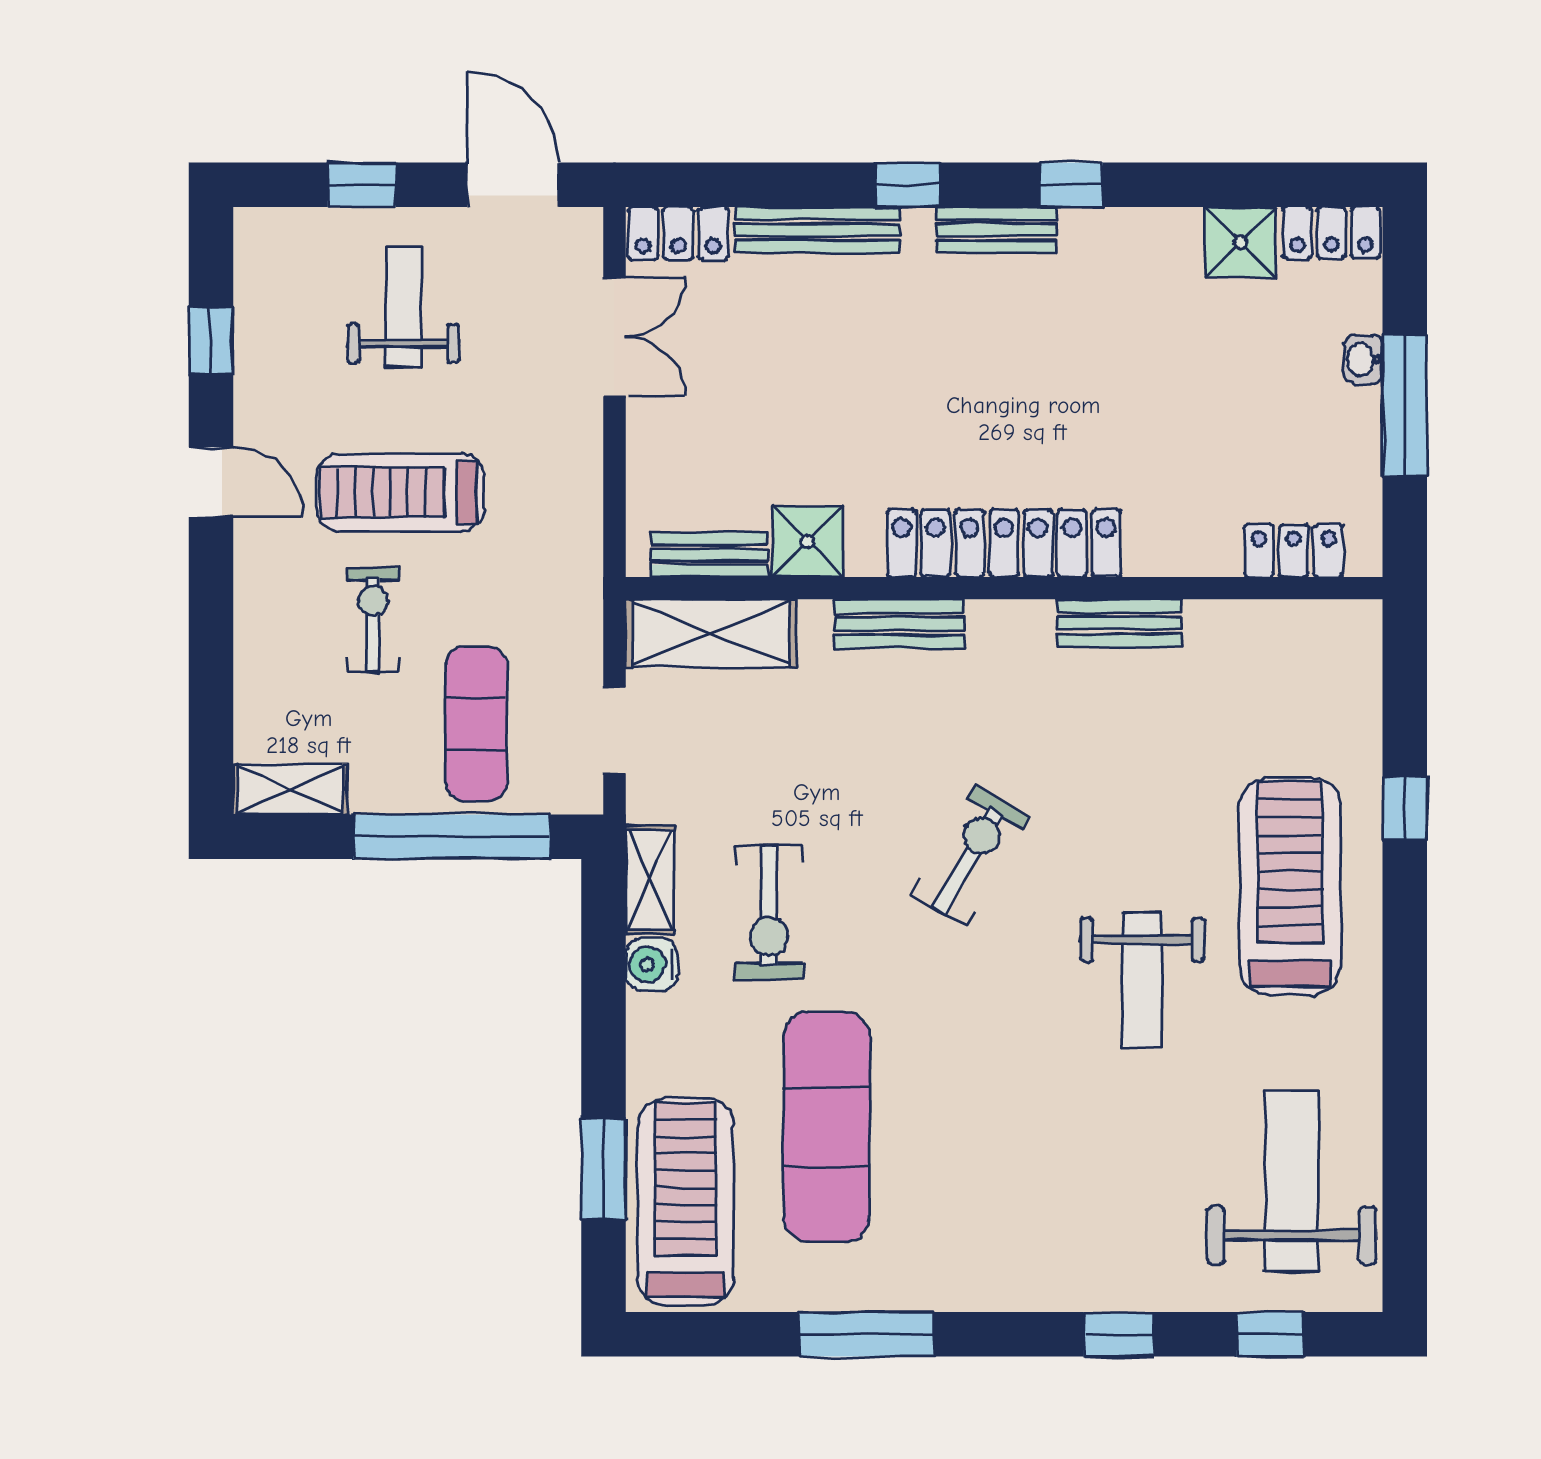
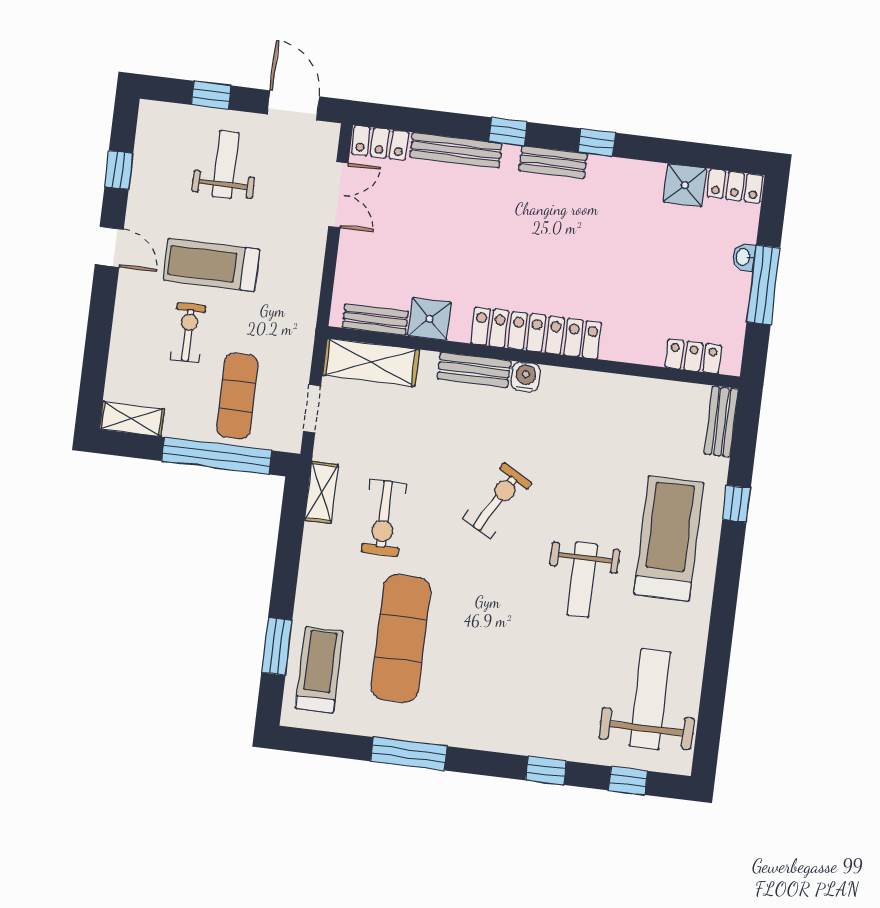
bench: (1119, 623) -> (721, 422), moved, turned 90
water cooler: (651, 964) -> (526, 377), moved, turned 90
treadmill: (686, 1202) -> (319, 670), width x0.73, depth x0.73

